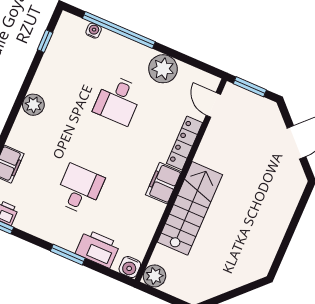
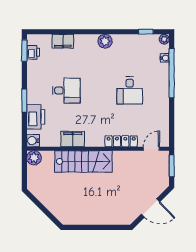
plant: (163, 69) -> (164, 39), moved, width x0.53, depth x0.53
desk: (118, 100) -> (130, 91), turned -90
filing cabinet: (163, 183) -> (73, 139), moved

